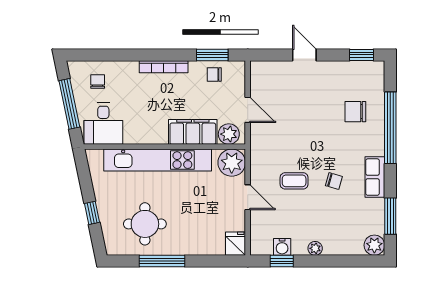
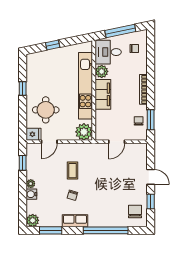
door: (304, 55) -> (151, 177), hinge flipped
window: (362, 55) -> (151, 201), moved
chair: (355, 112) -> (135, 211), moved
filing cabinet: (193, 132) -> (103, 94), moved
plant: (229, 134) -> (102, 71), moved
door: (248, 197) -> (49, 142), moved
round table: (145, 224) -> (46, 110), moved
water cooler: (282, 247) -> (31, 194), moved
window: (162, 261) -> (23, 89), width x0.46

